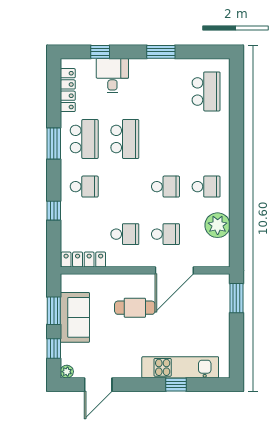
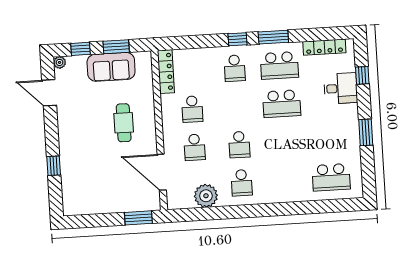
window: (54, 211) -> (237, 39), moved
door: (174, 270) -> (162, 172), moved
kitchen unit: (180, 367) -> (70, 169), removed

